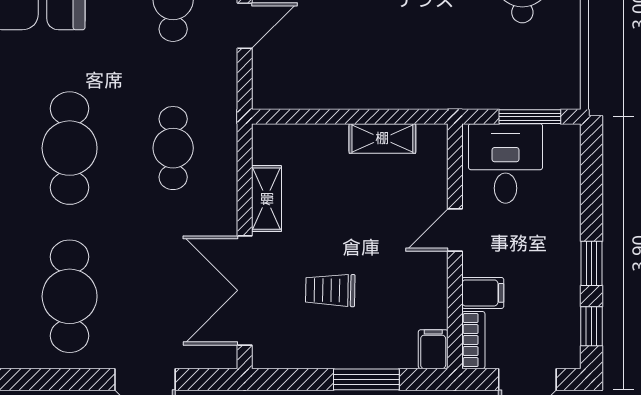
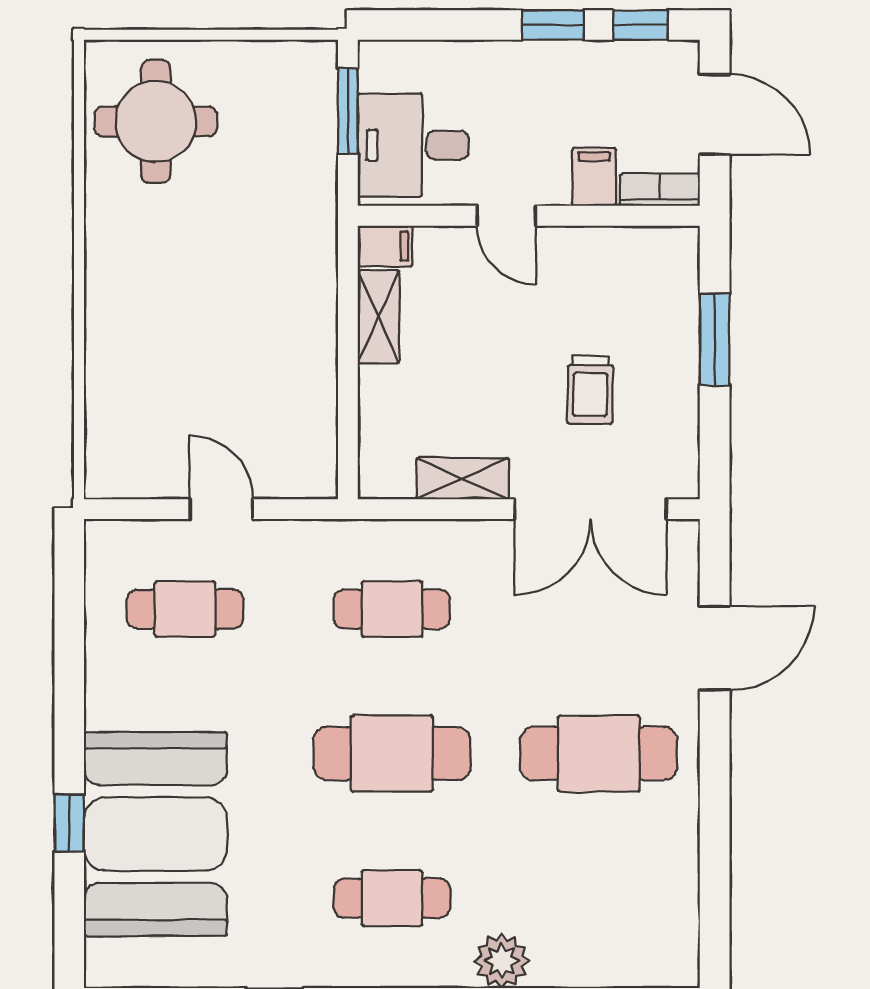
filing cabinet: (433, 349) -> (385, 246), moved, turned 180

